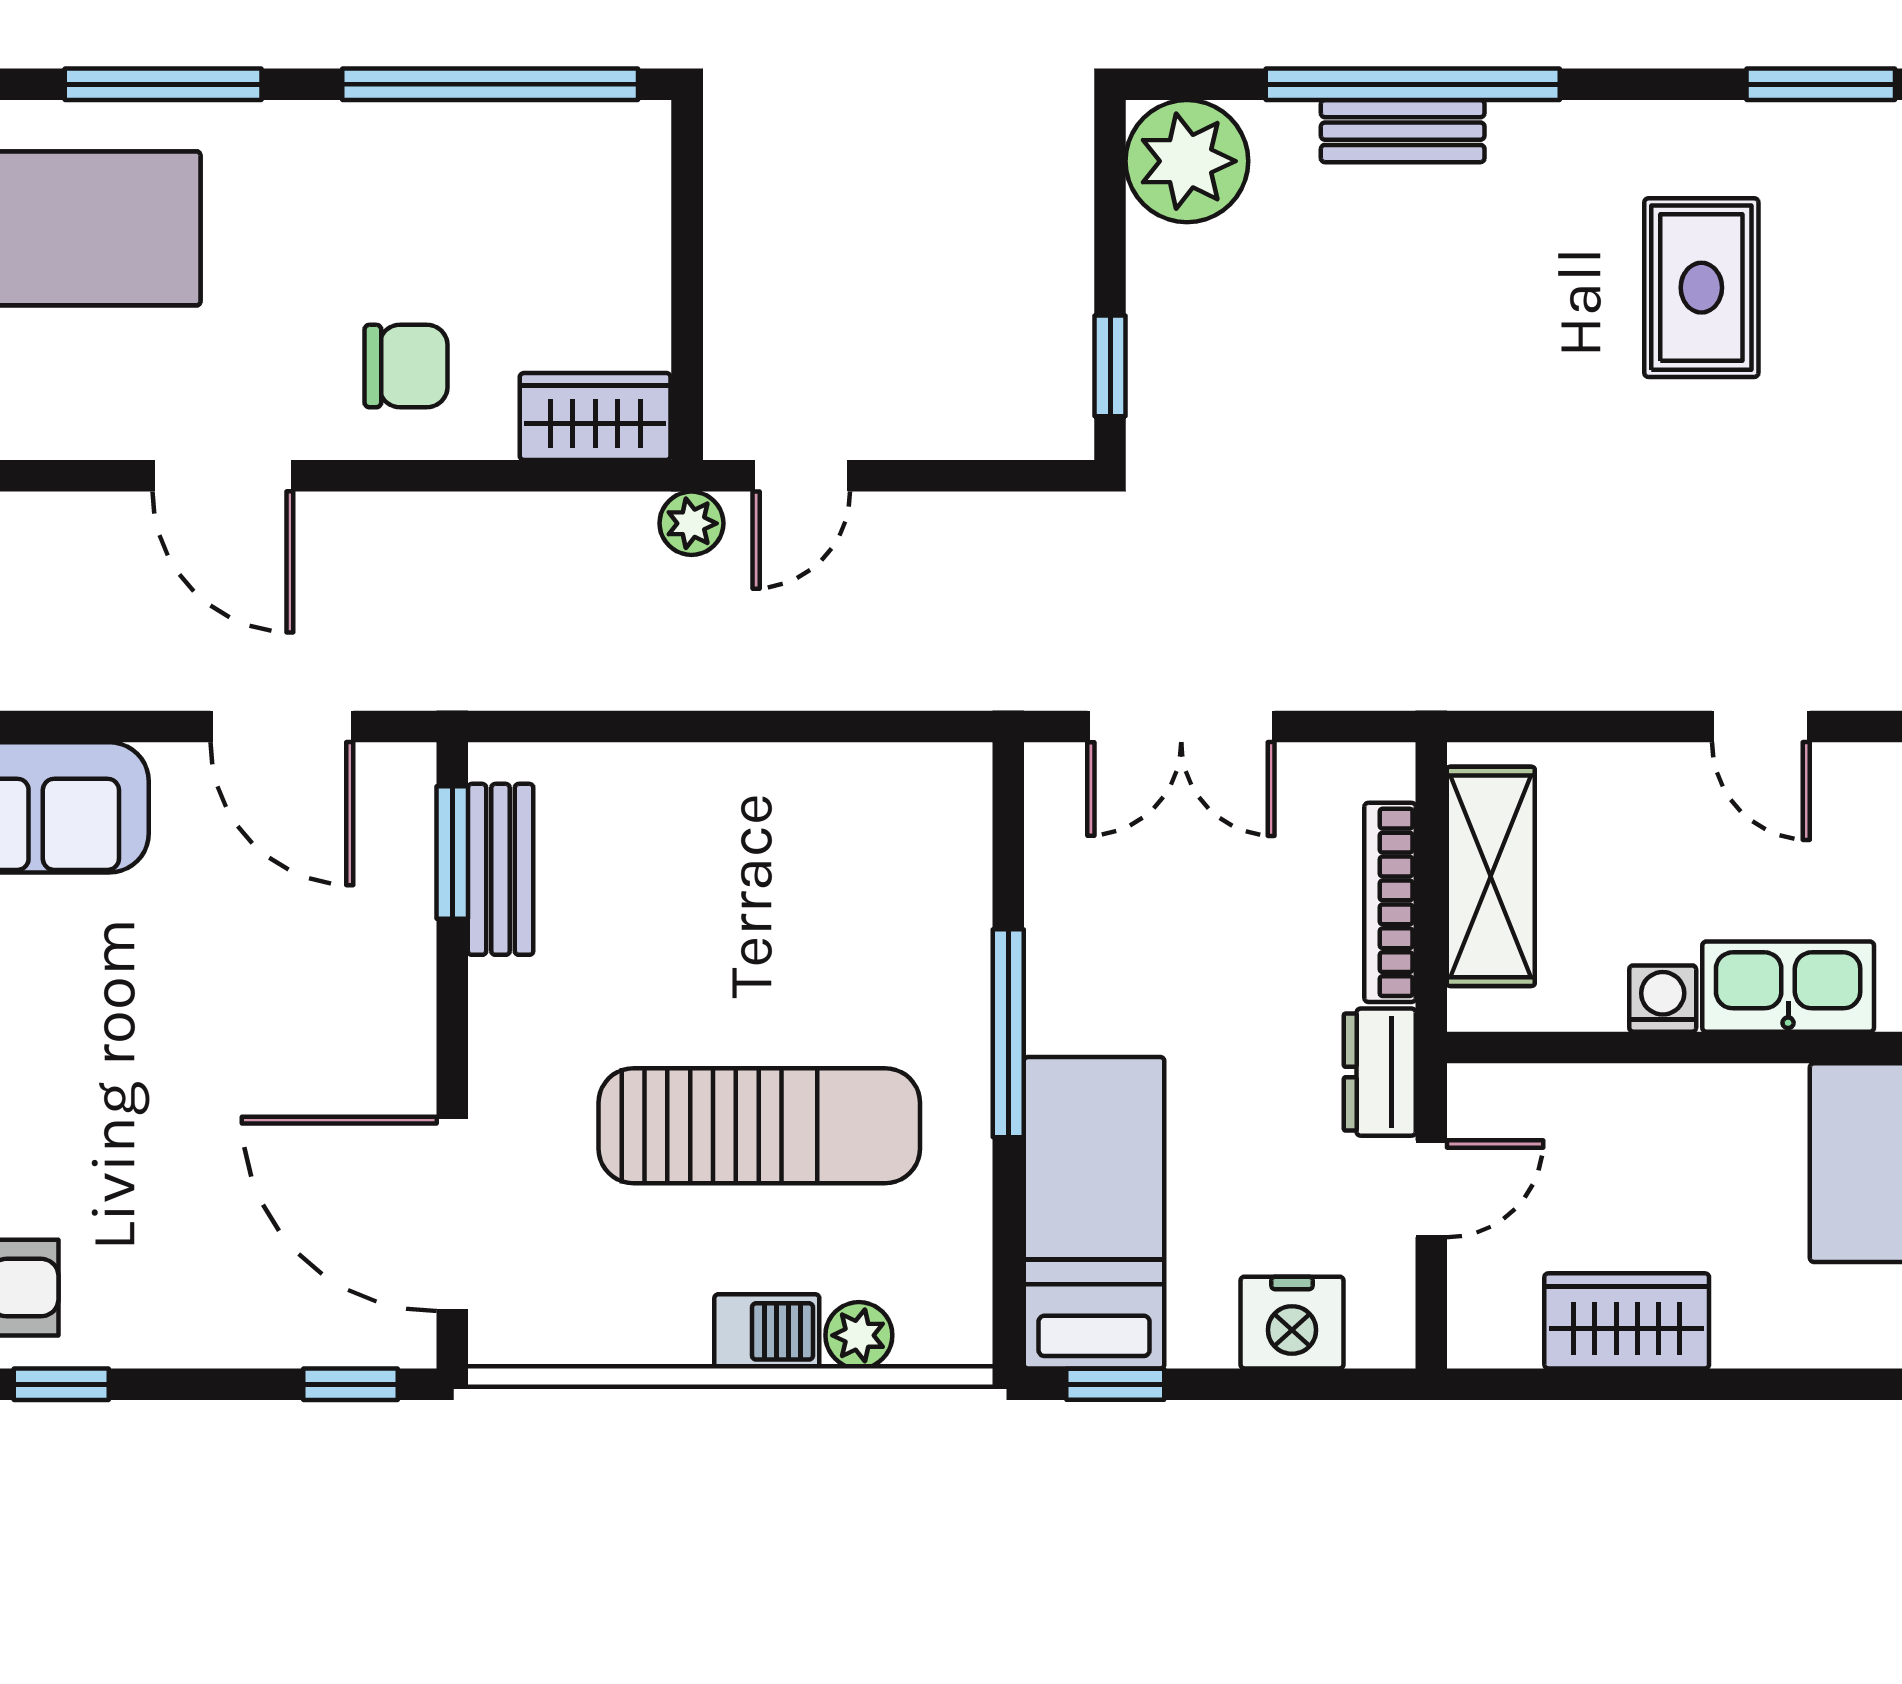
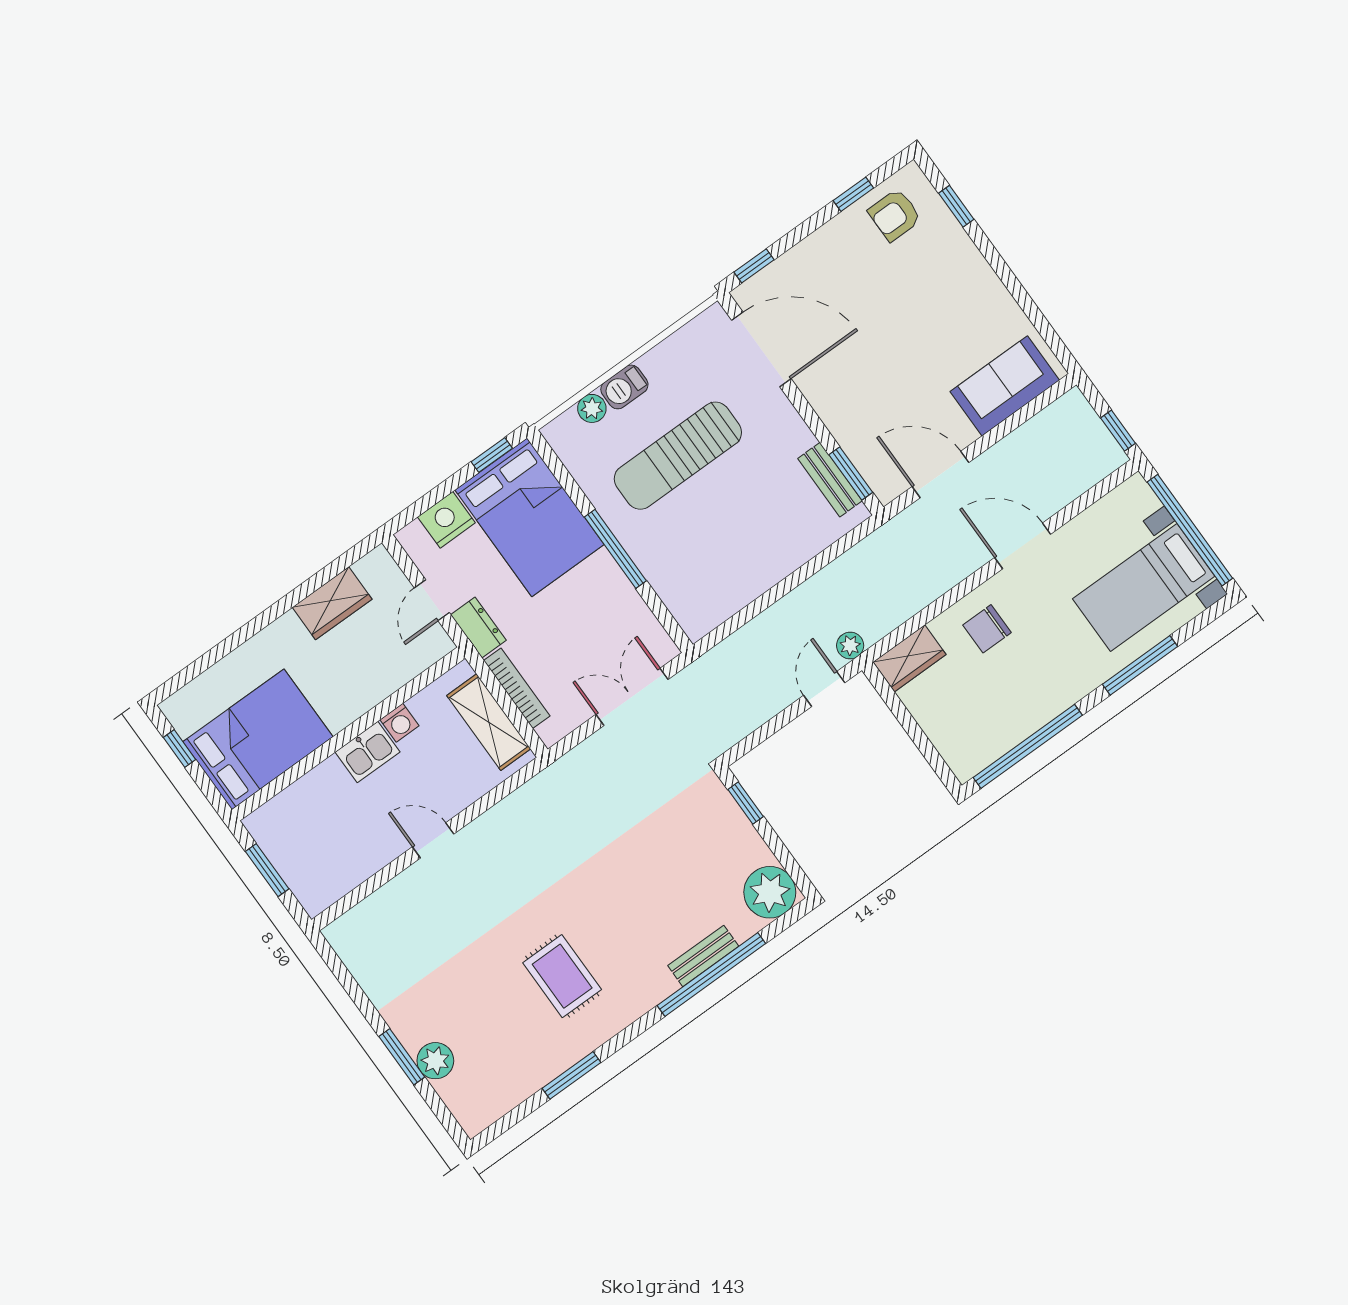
kitchen sink: (1788, 987) -> (367, 752), width x0.73
bed: (1094, 1213) -> (530, 517), width x1.50

